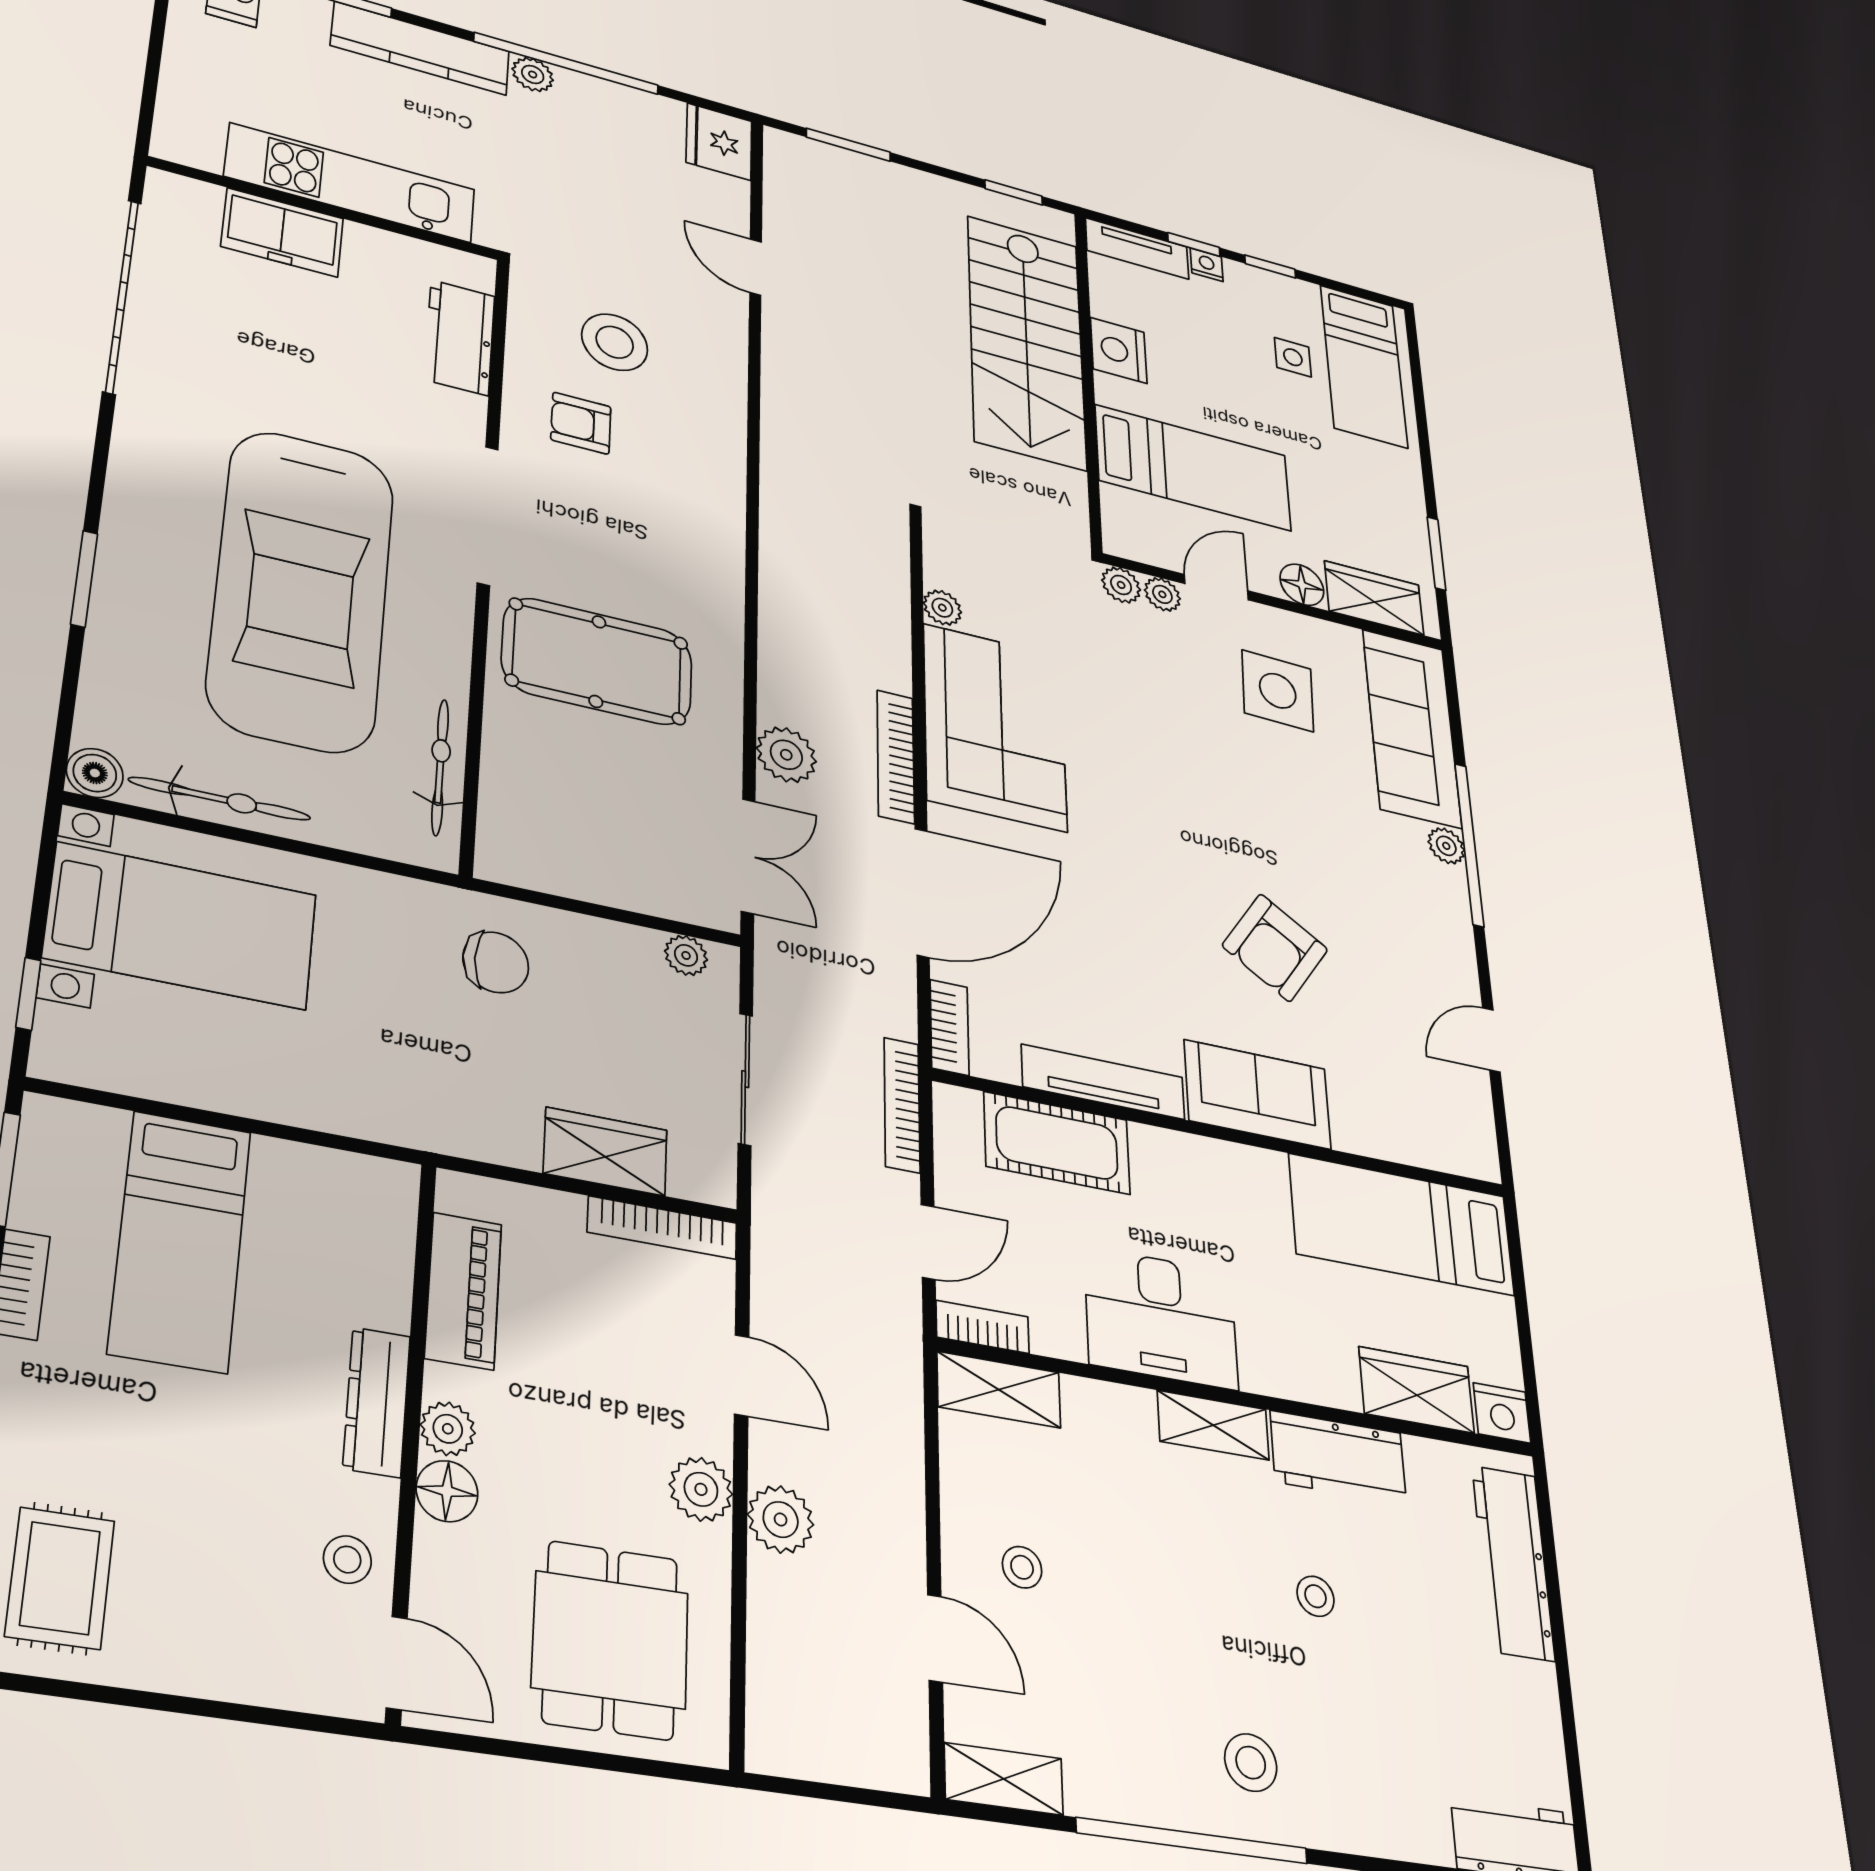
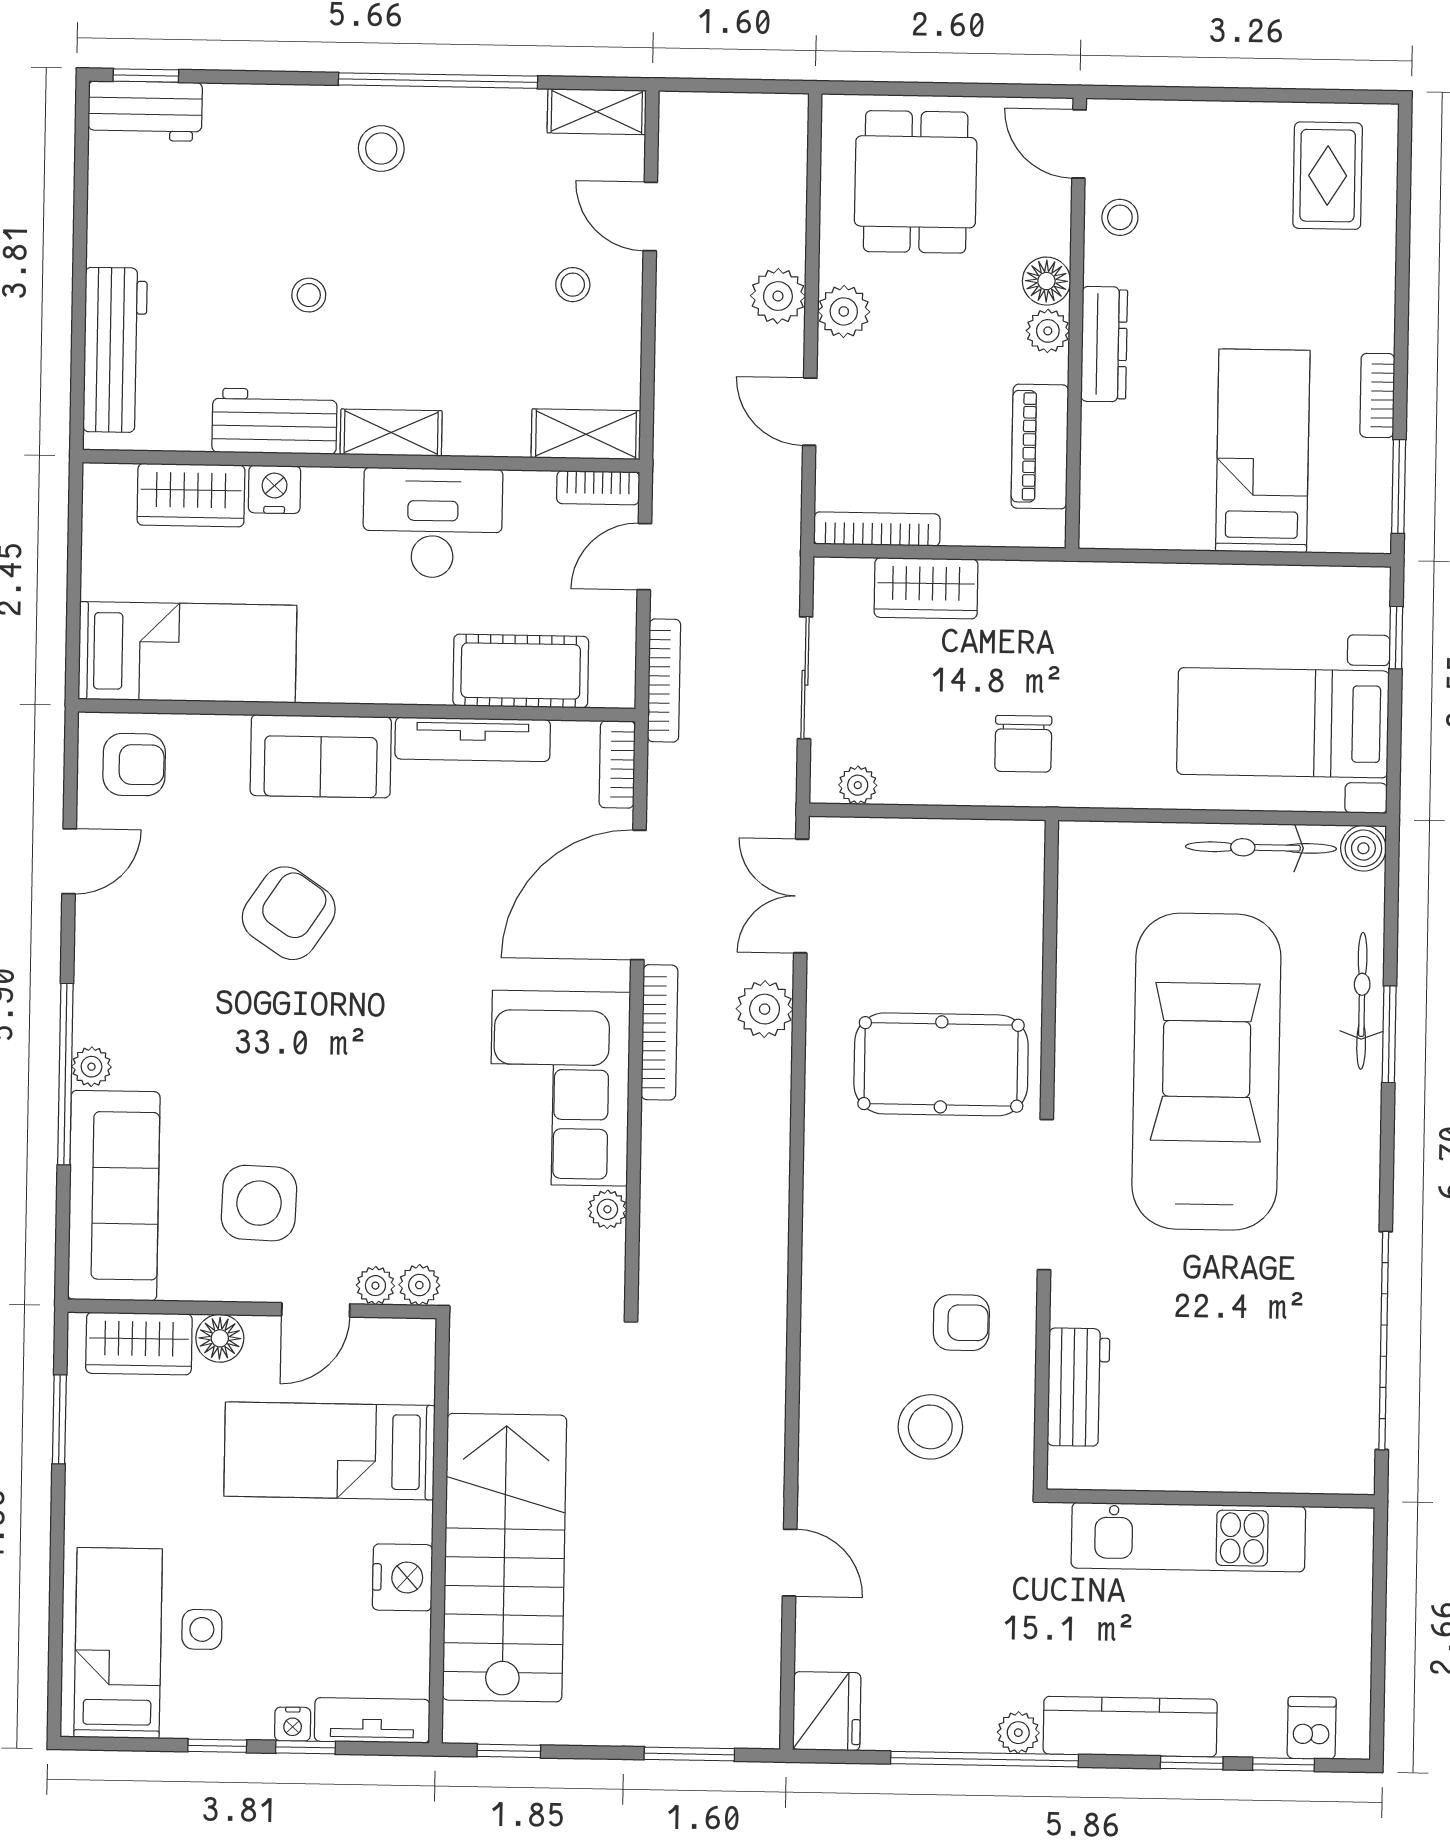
freezer: (282, 232) -> (1248, 1458), removed
bicycle: (440, 767) -> (1362, 1001), moved, turned 180
chair: (496, 962) -> (1023, 744), turned -90
armchair: (1441, 1121) -> (134, 765), added
nightstand: (1502, 1413) -> (274, 489), moved

